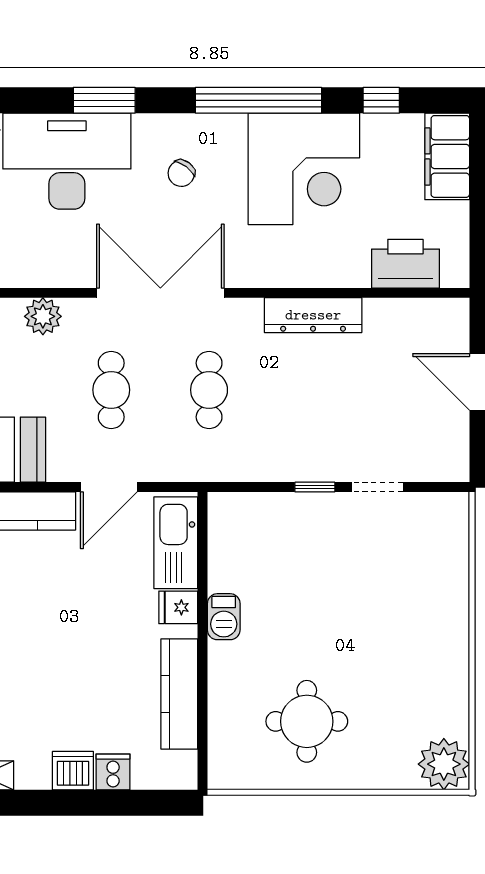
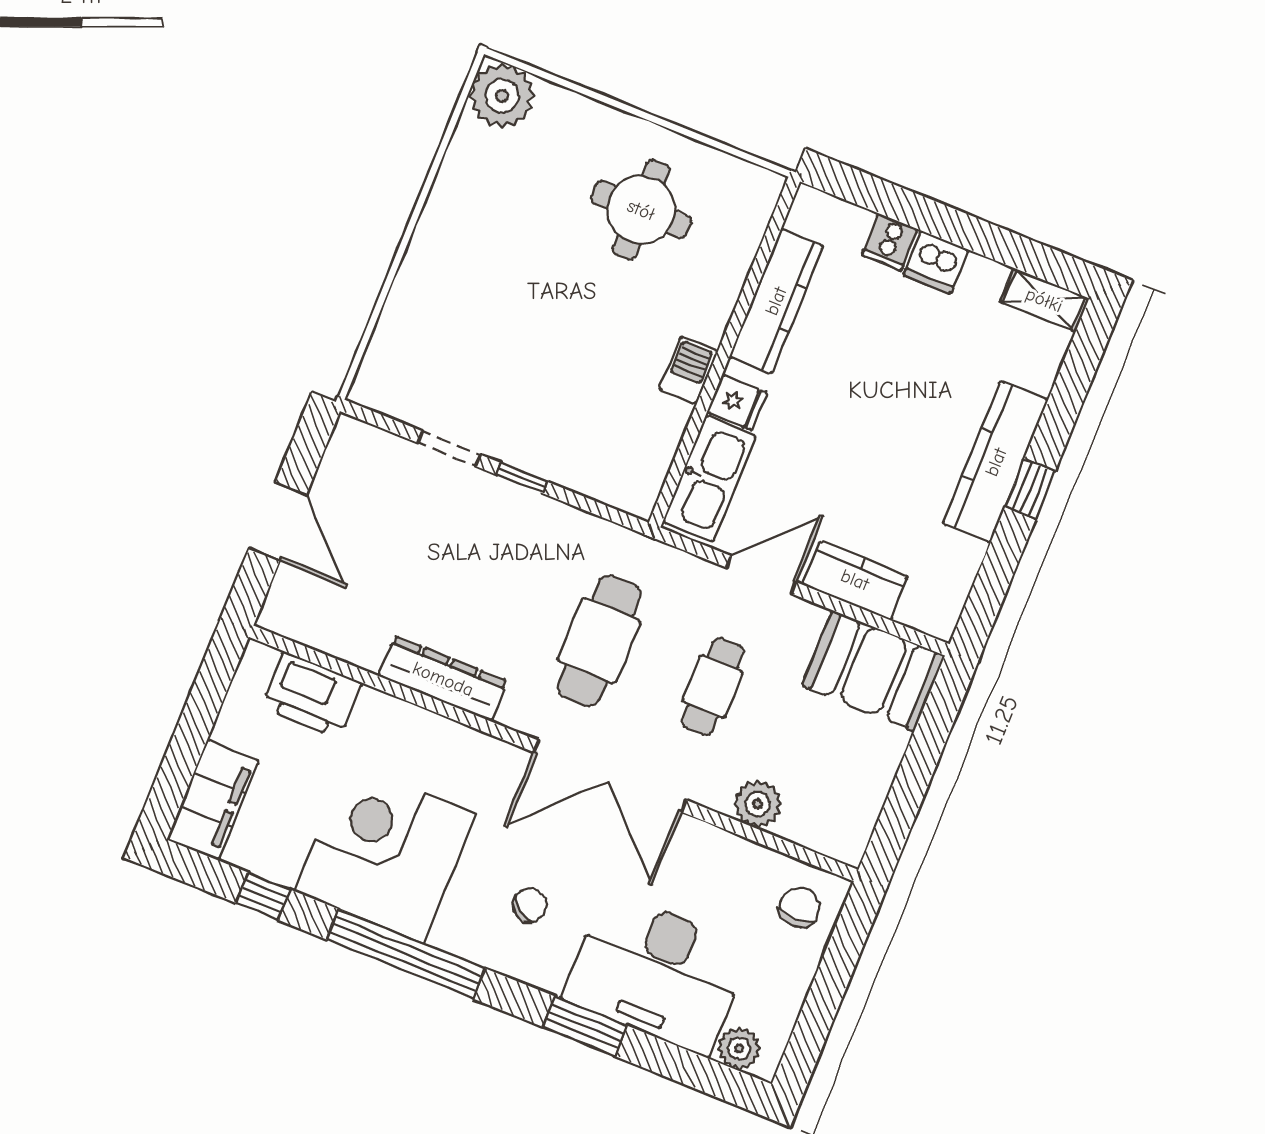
cafe table: (209, 390) -> (599, 641), width x1.37, depth x1.35

